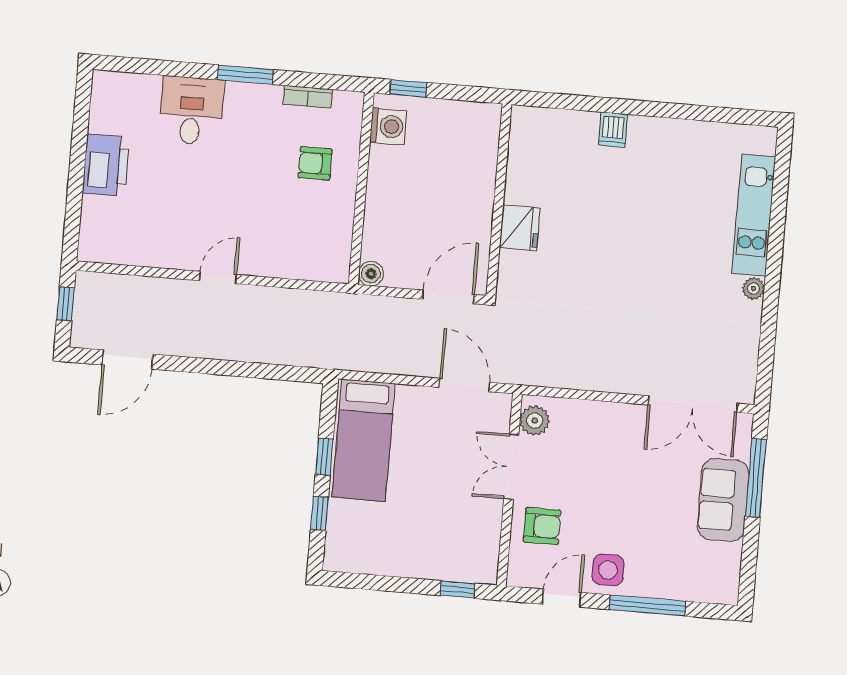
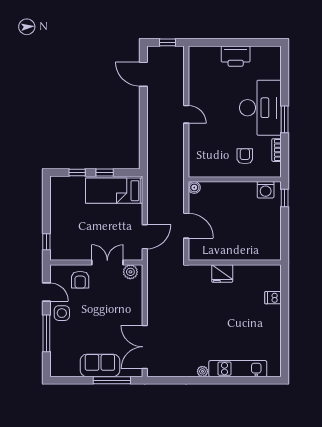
desk: (191, 111) -> (260, 108), width x1.87, depth x1.30
wall: (499, 200) -> (235, 263), moved
fridge: (520, 228) -> (222, 274), moved

